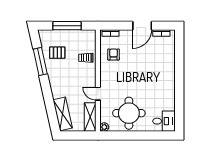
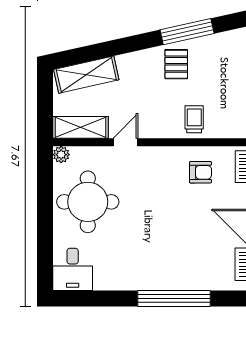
pallet: (57, 53) -> (176, 64), moved
window: (179, 68) -> (174, 299), added

